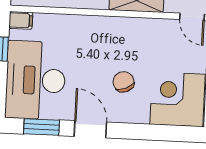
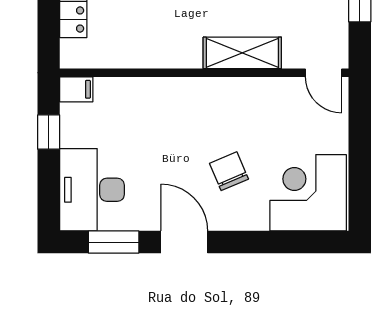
desk: (36, 80) -> (92, 190), width x0.73, depth x0.77

